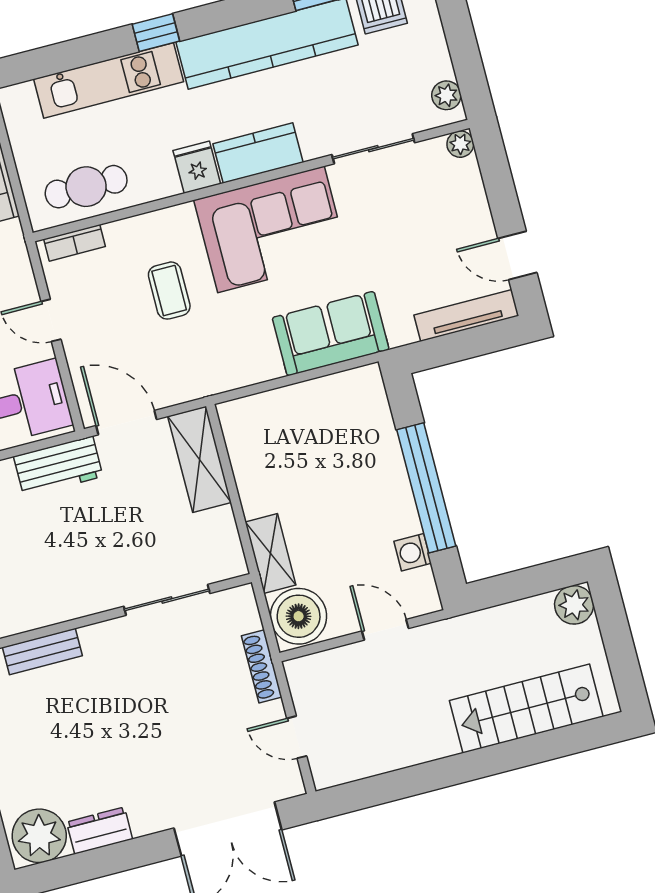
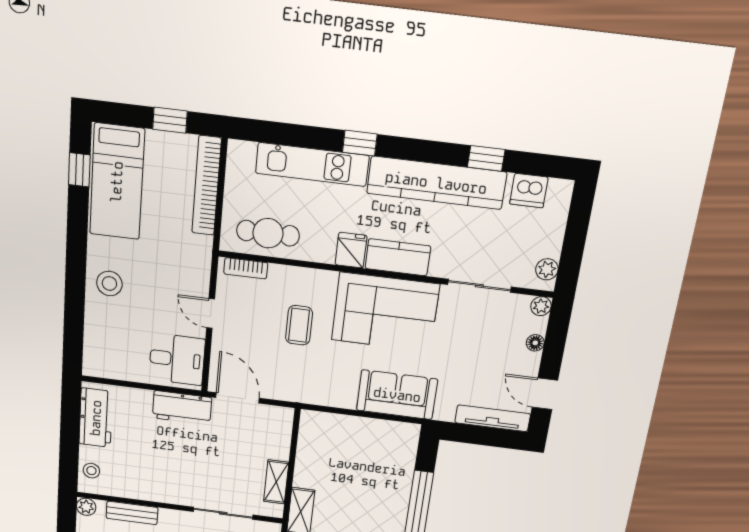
floor lamp: (475, 194) -> (535, 343), added
shelving: (199, 459) -> (276, 482), moved, width x0.67, depth x0.75

